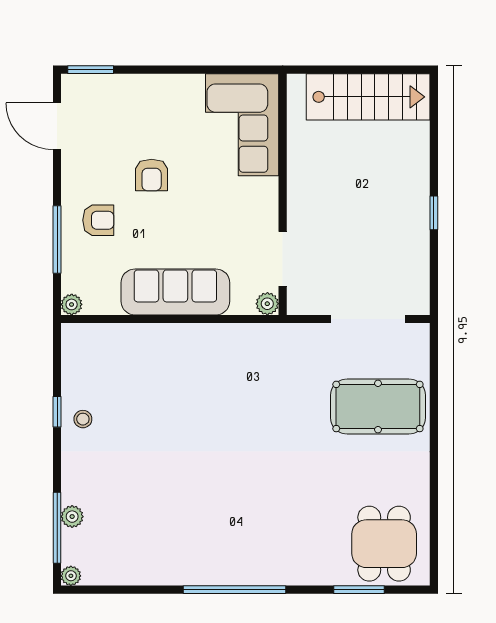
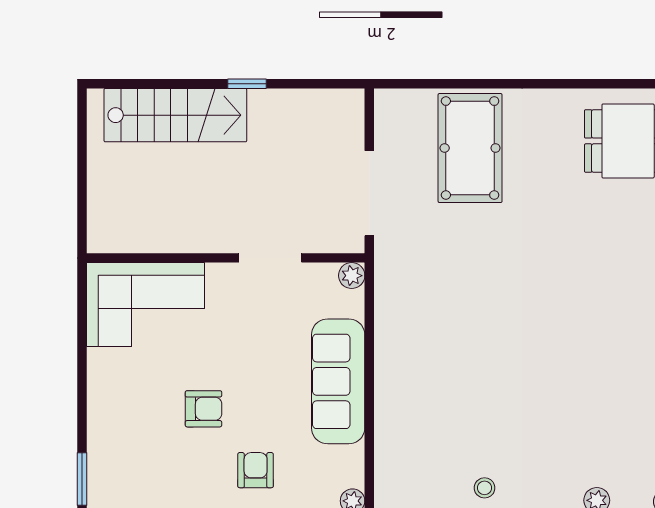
stairs: (368, 97) -> (175, 115), moved, turned 90
doorway: (283, 259) -> (270, 258), moved
doorway: (368, 319) -> (369, 193), moved

